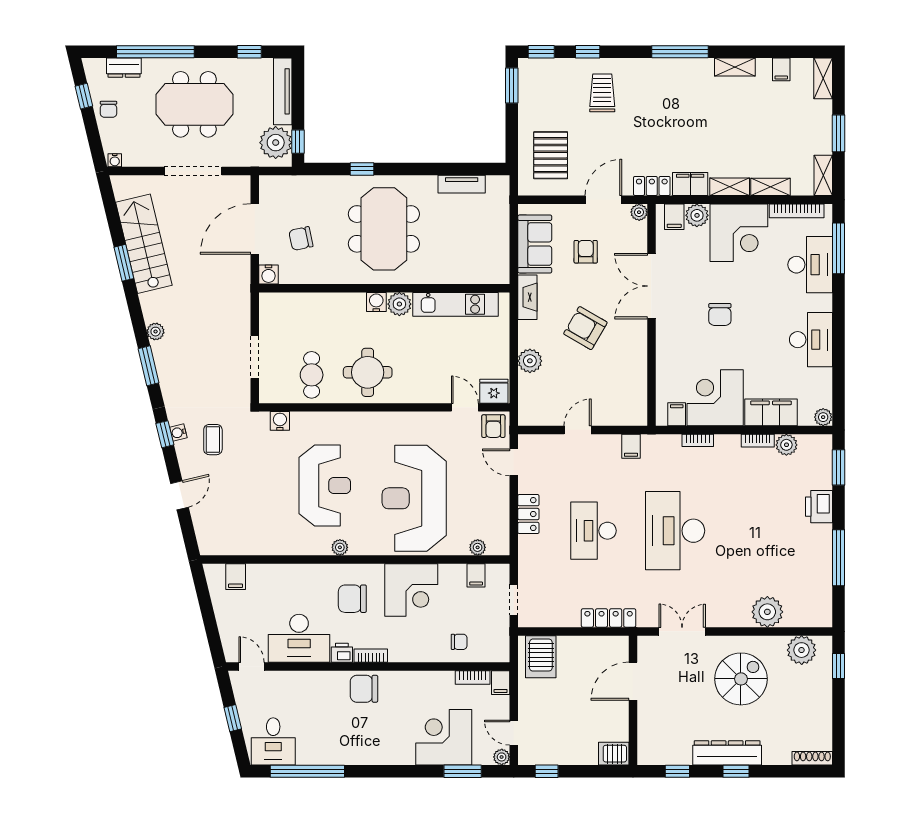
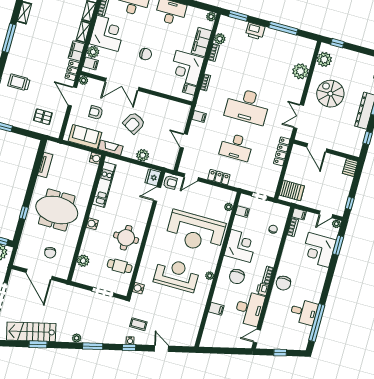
pallet: (551, 155) -> (43, 117), width x0.67, depth x0.71
water cooler: (269, 274) -> (95, 158), moved
plant: (399, 304) -> (83, 261), moved
filing cabinet: (236, 577) -> (216, 309), moved
desk: (273, 741) -> (304, 312), moved

